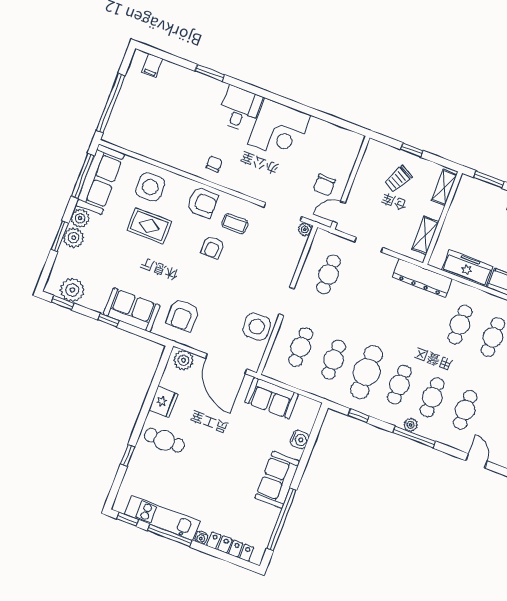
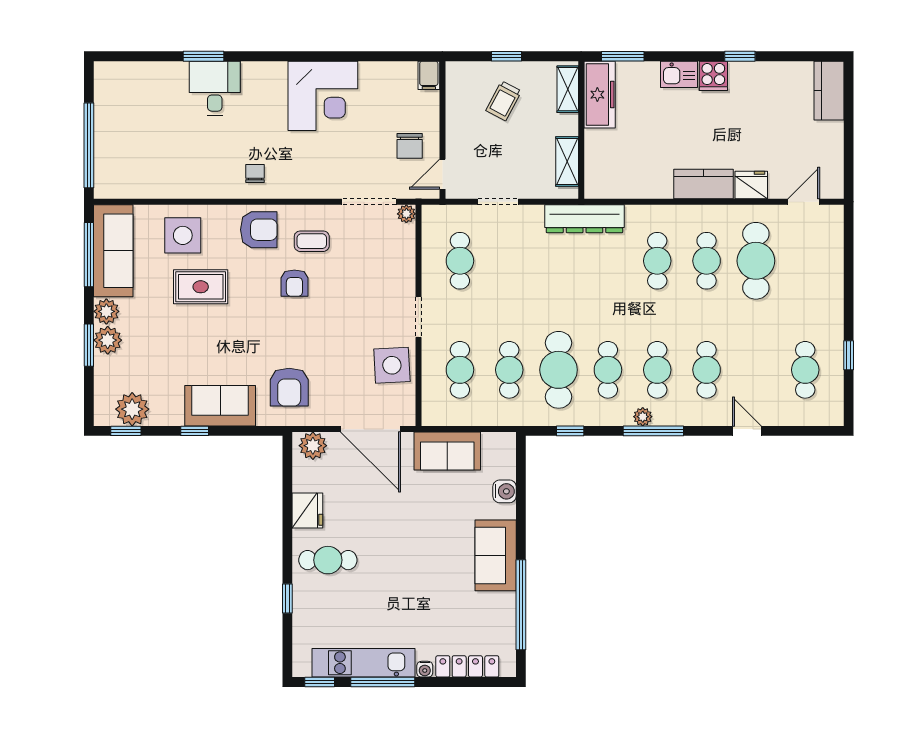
filing cabinet: (152, 66) -> (429, 75), moved
desk: (240, 109) -> (215, 88), moved
freezer: (467, 268) -> (600, 95), moved, turned 90

